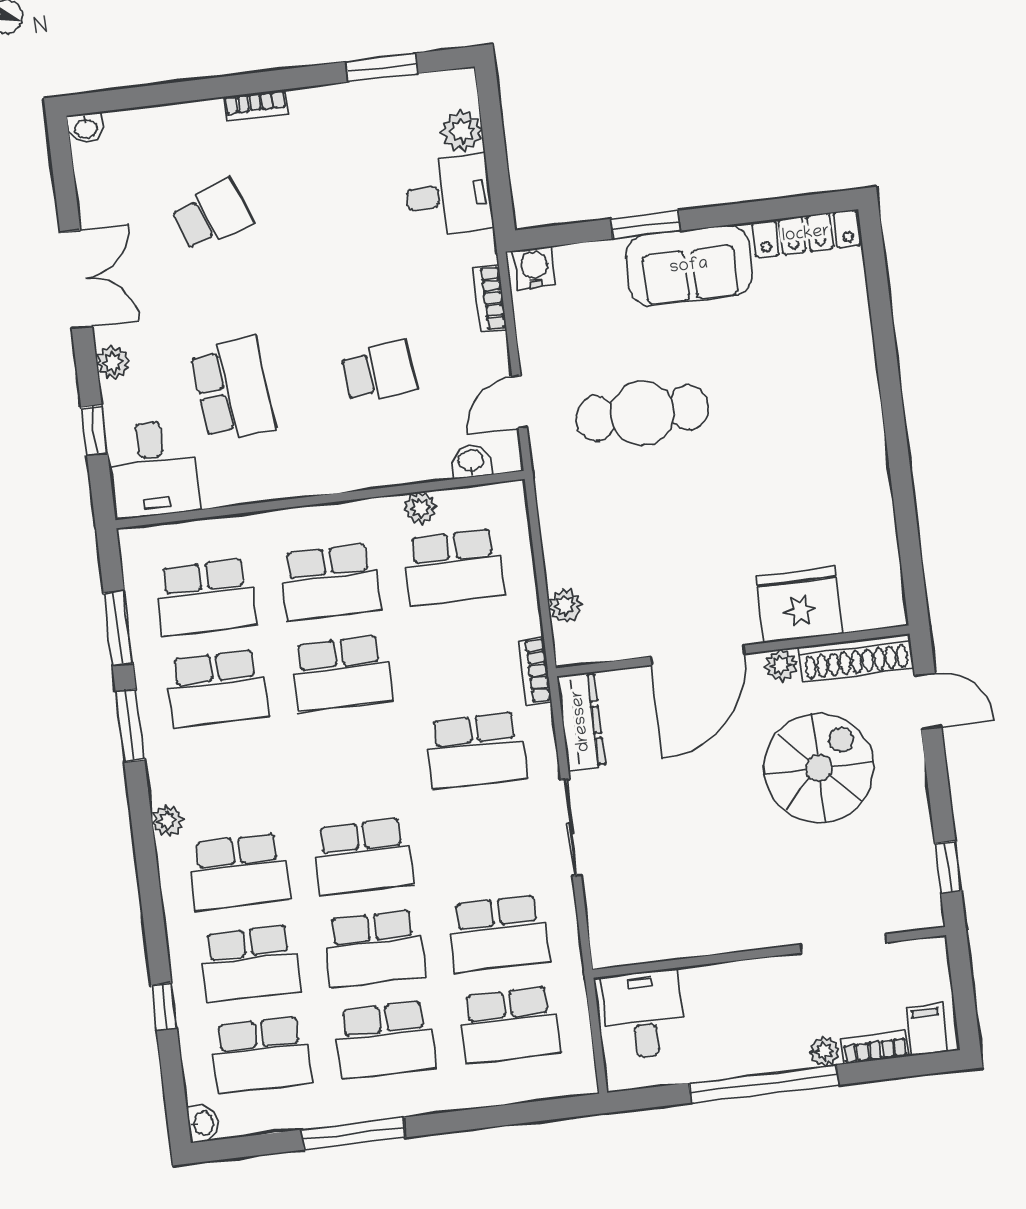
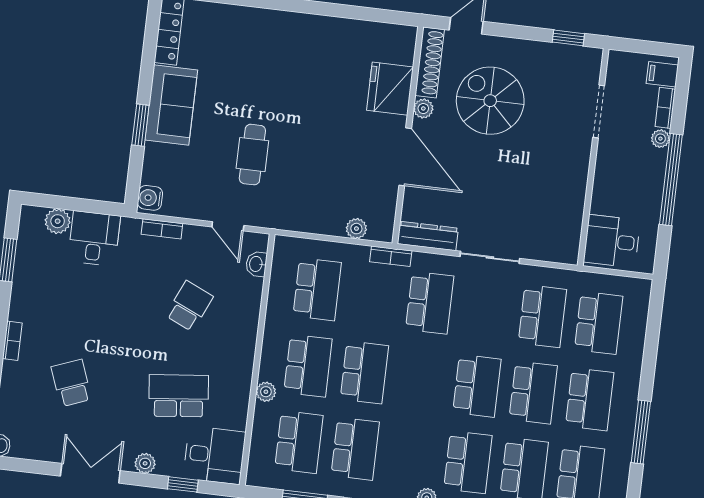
school desk: (379, 372) -> (189, 306), turned 30
cafe table: (642, 413) -> (252, 155), width x0.73, depth x0.74
plant: (420, 508) -> (266, 392), moved

